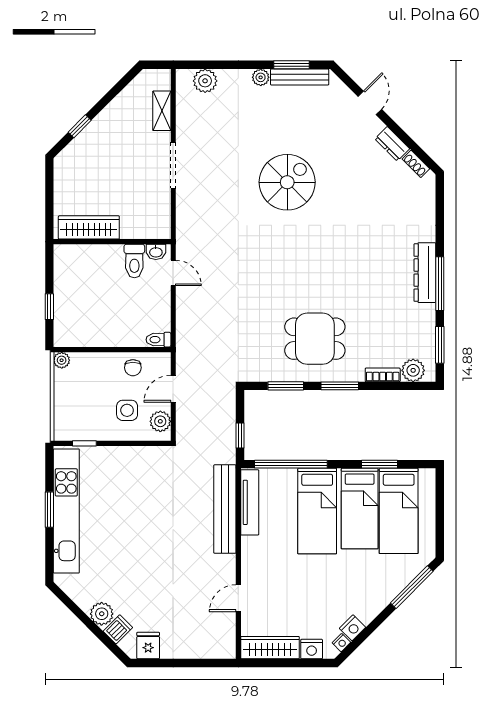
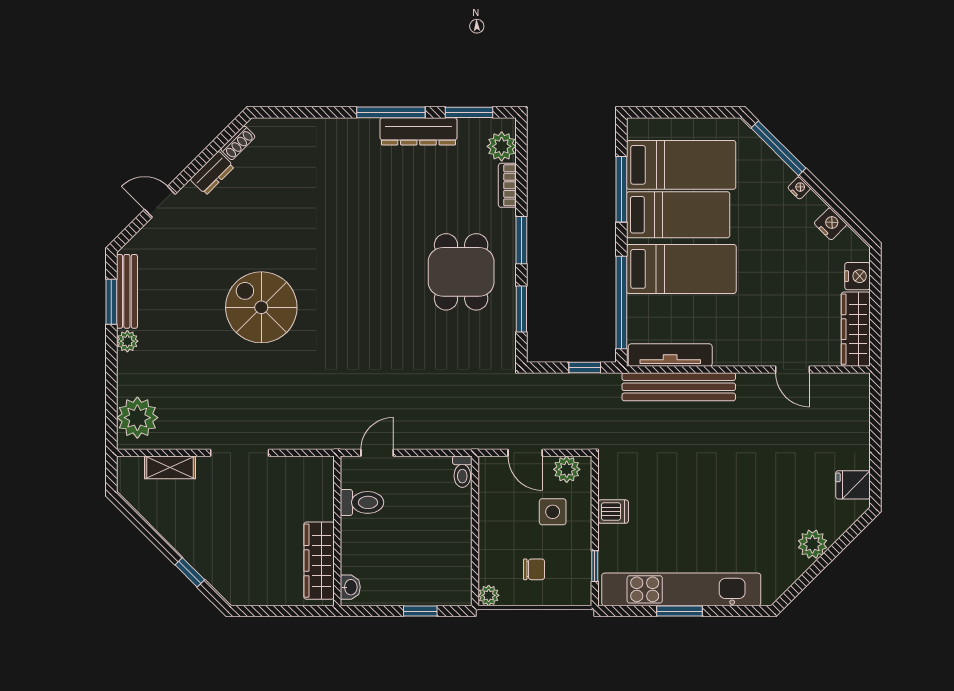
plant: (205, 81) -> (137, 418), width x1.36, depth x1.36
washbasin: (156, 252) -> (350, 587), moved
dresser: (425, 273) -> (418, 131), moved
chair: (133, 368) -> (534, 569), moved
window: (379, 464) -> (621, 189), width x1.44
dishwasher: (118, 629) -> (613, 512), moved, turned 135
nightstand: (341, 643) -> (799, 188), moved

